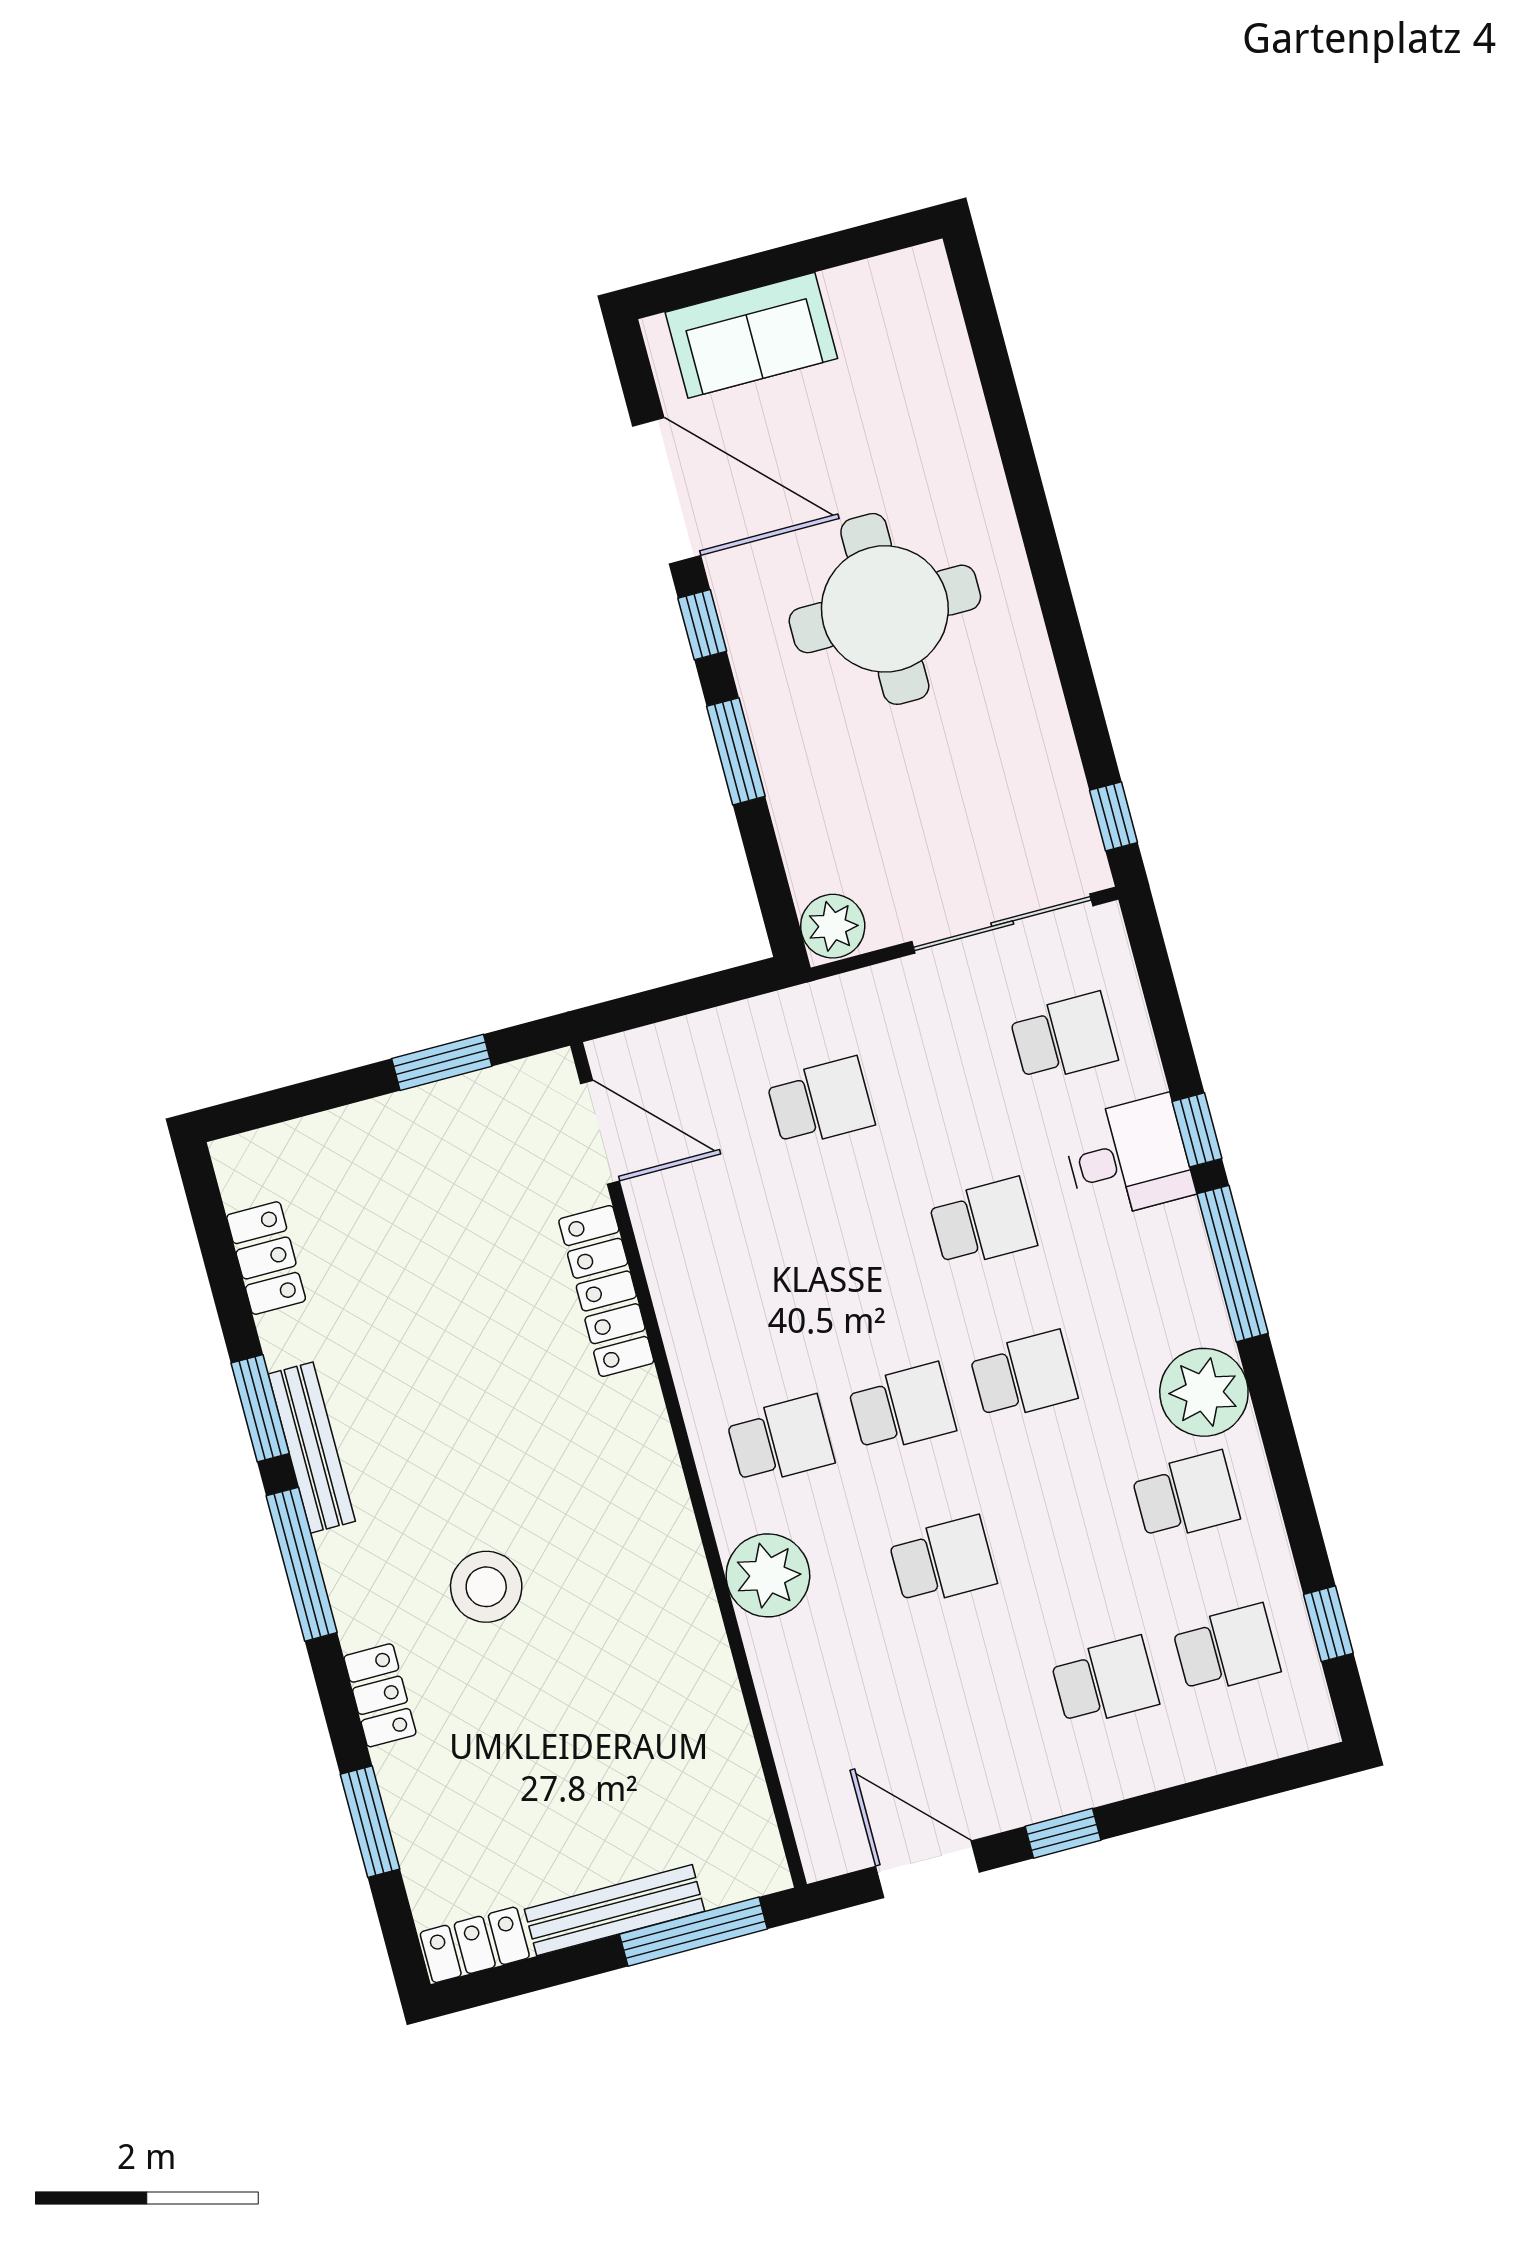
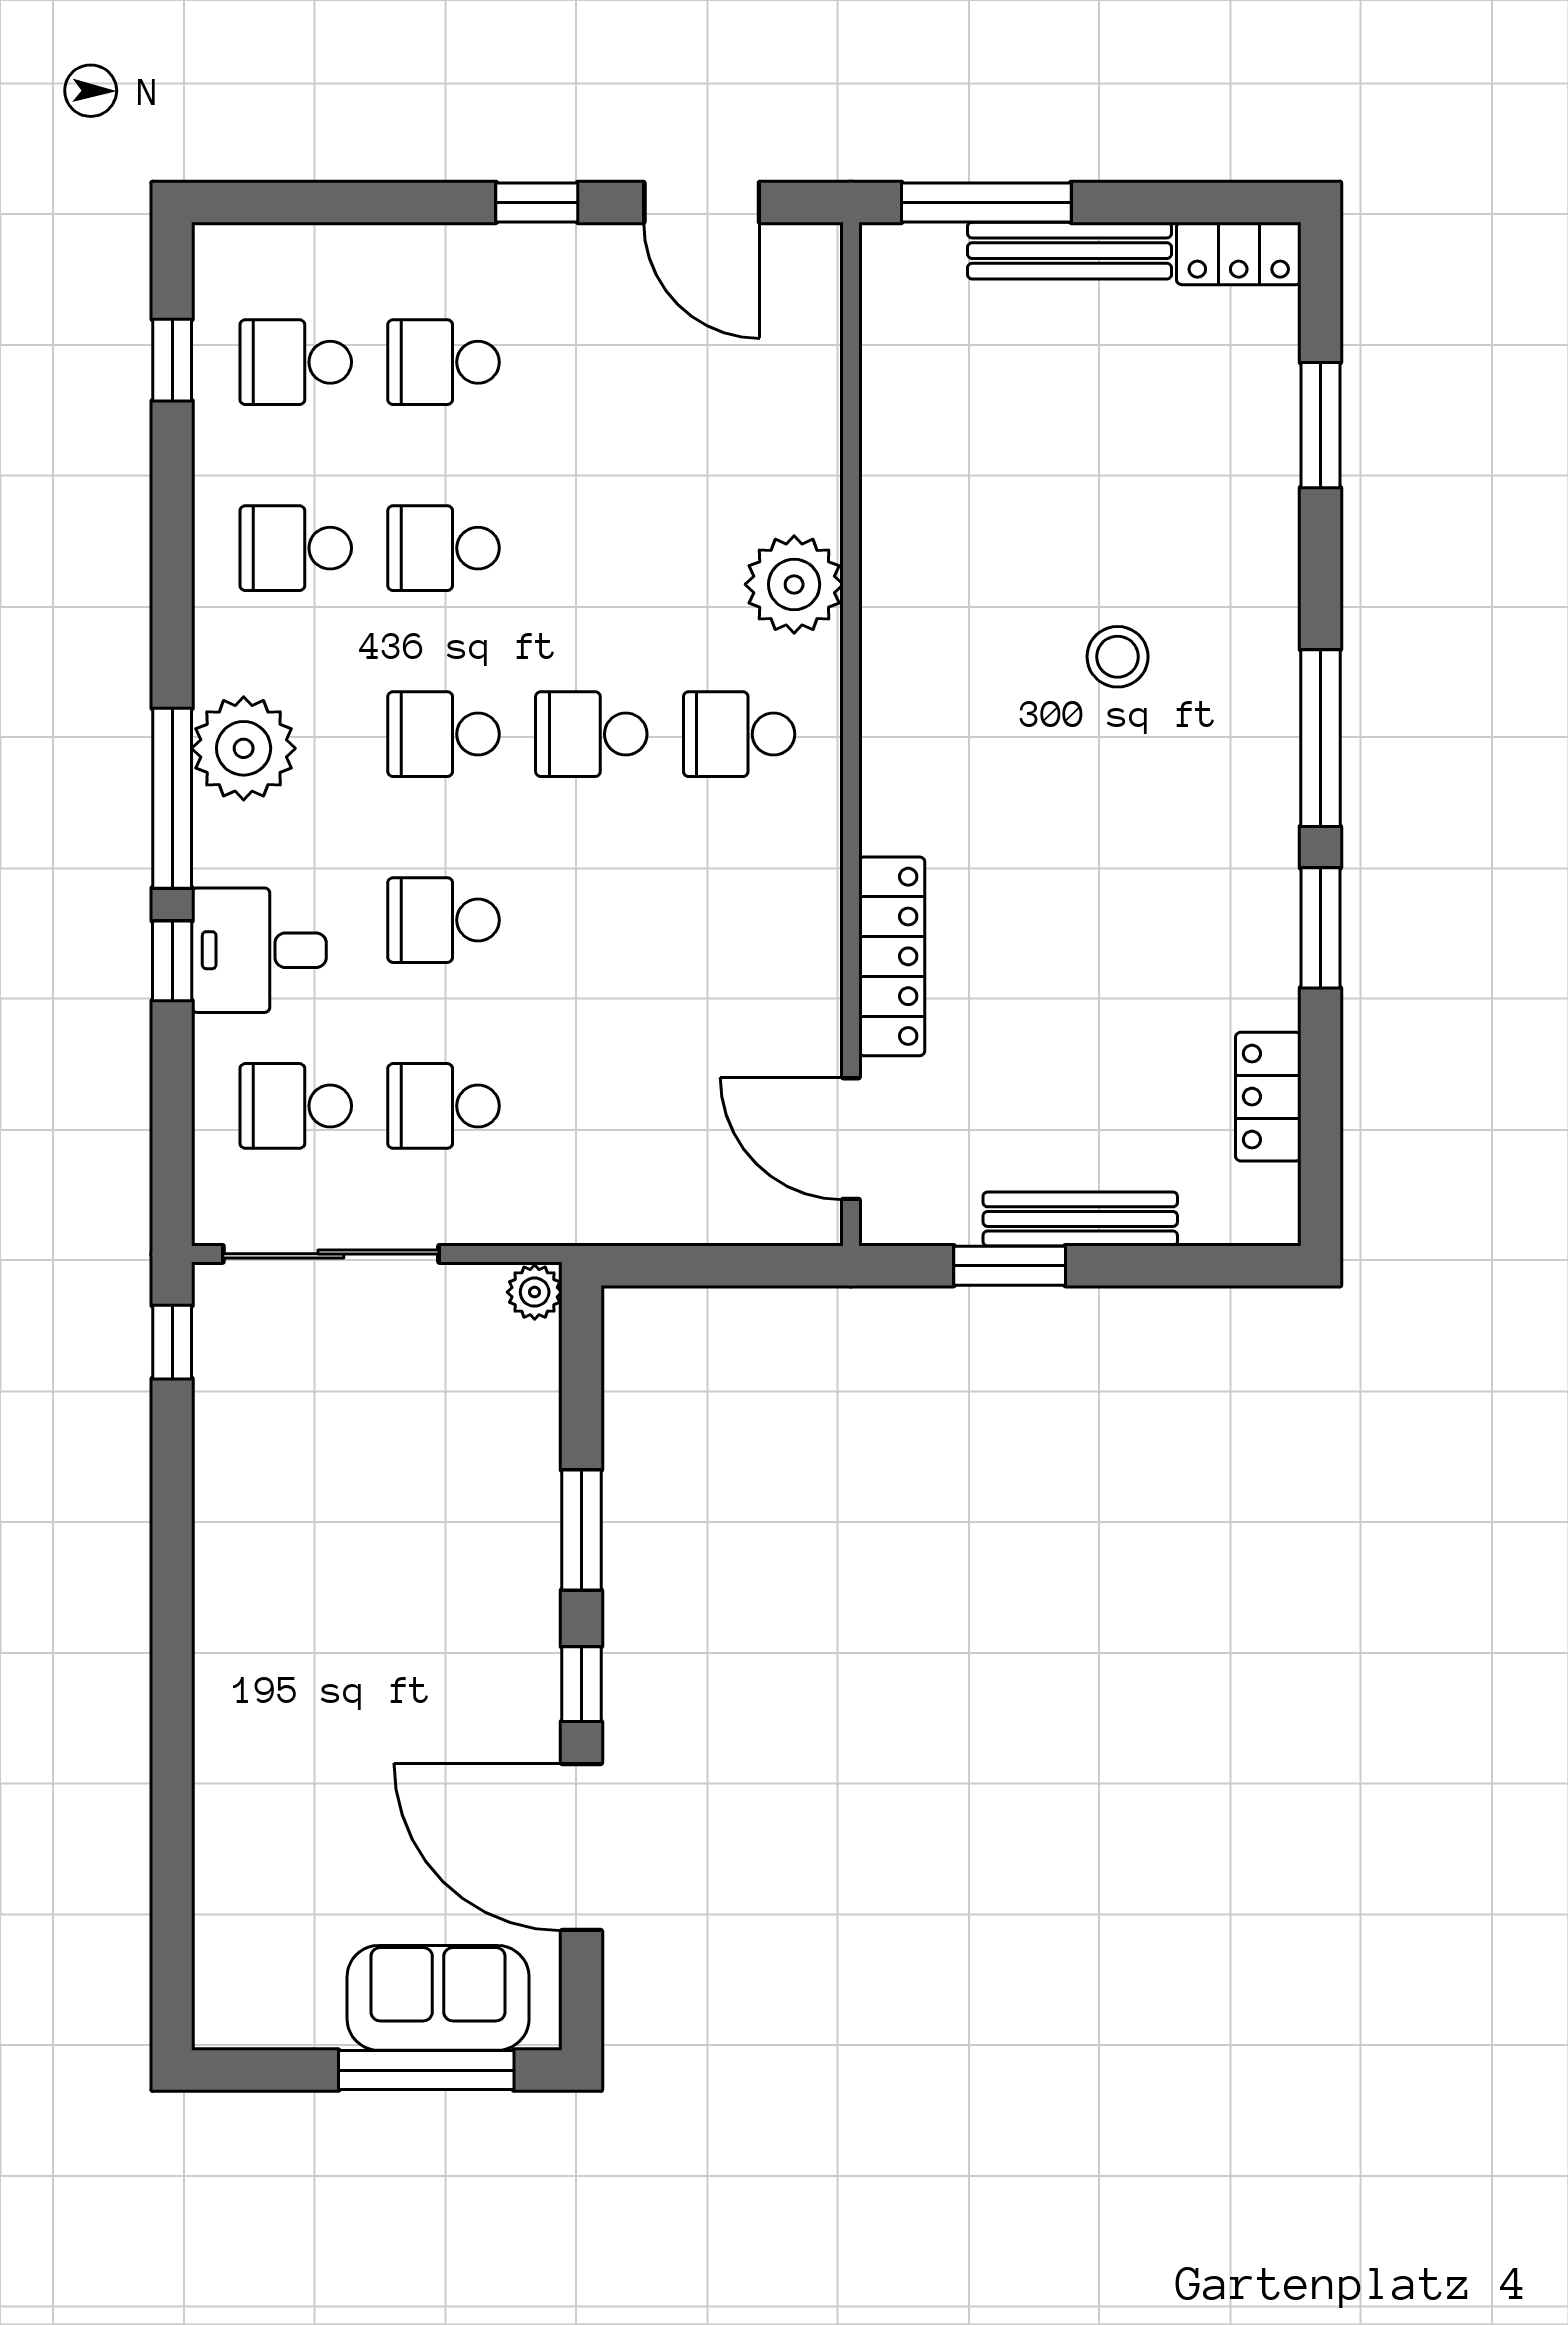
window: (745, 273) -> (426, 2070), added
round table: (885, 609) -> (369, 1647), removed
plant: (833, 926) -> (535, 1292), width x0.73, depth x0.73
school desk: (821, 1102) -> (444, 1106), moved
plant: (1204, 1392) -> (244, 748), moved
bench: (312, 1448) -> (1080, 1219), moved, turned 90
school desk: (943, 1561) -> (444, 548), moved
stool: (486, 1587) -> (1118, 657), width x0.73, depth x0.73
locker: (380, 1695) -> (1271, 566), removed

